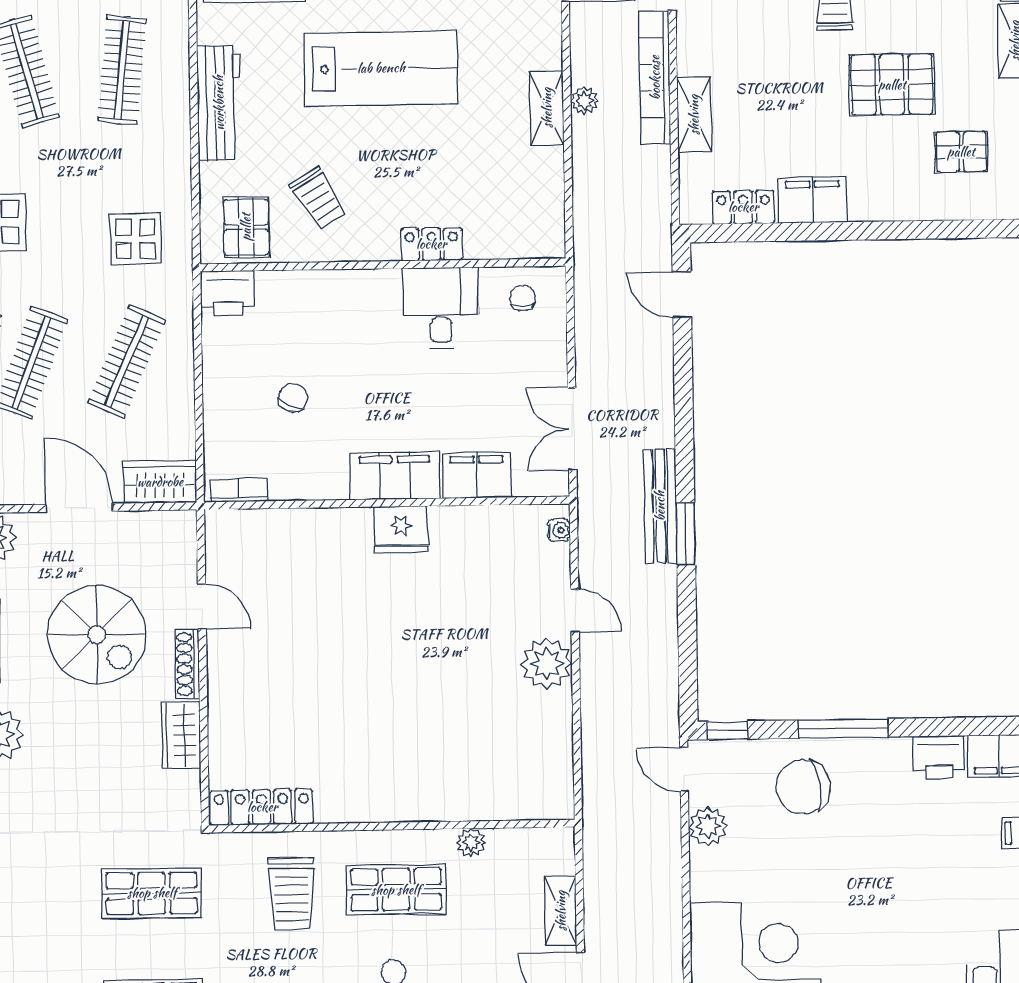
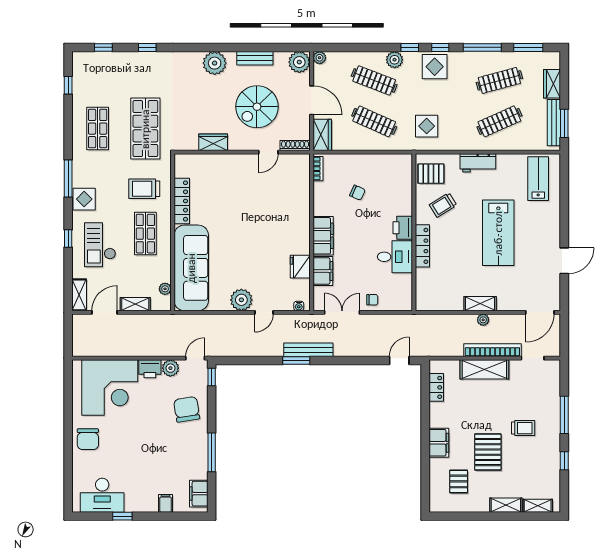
clothes rail: (122, 70) -> (499, 121), turned -30
workbench: (219, 103) -> (478, 163), width x0.73
shelving: (694, 115) -> (484, 369), width x1.50, depth x1.33
filing cabinet: (813, 200) -> (439, 443), moved
locker: (431, 244) -> (422, 246), width x1.53
printer: (228, 293) -> (403, 228), moved
chair: (523, 298) -> (372, 300), moved
door: (80, 508) -> (312, 100), hinge flipped
fridge: (401, 529) -> (300, 267), moved
shoe rack: (187, 664) -> (295, 145), moved
window: (843, 728) -> (212, 452), moved
printer: (939, 757) -> (150, 369), moved, turned -90
sofa: (474, 782) -> (191, 268), added
locker: (262, 807) -> (182, 201), moved
plant: (471, 843) -> (165, 289), moved
shop shelf: (152, 893) -> (145, 129), width x1.43, depth x1.36

